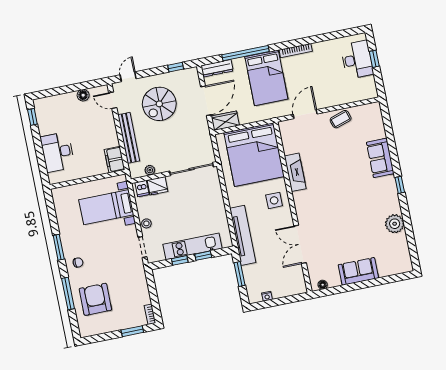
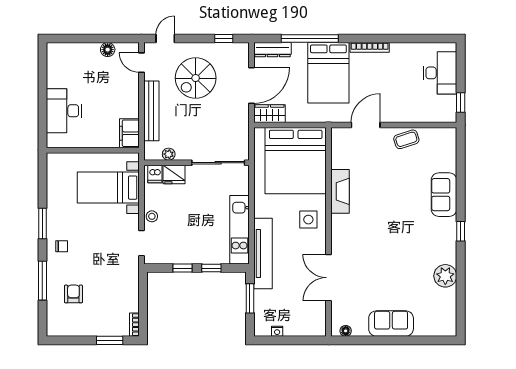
window: (374, 59) -> (461, 103), moved
window: (32, 117) -> (42, 63), removed
kitchen unit: (192, 246) -> (239, 230), moved, turned -90
armchair: (95, 299) -> (73, 294), width x0.53, depth x0.53

